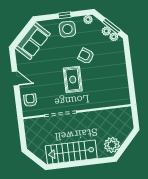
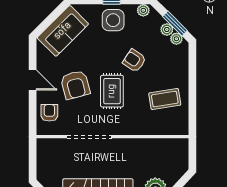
armchair: (46, 78) -> (75, 85), added
coffee table: (111, 81) -> (165, 99), added

